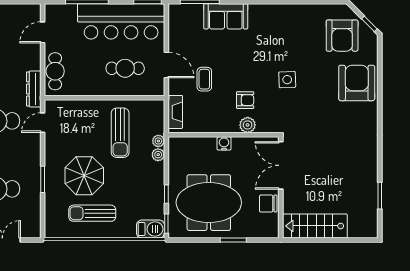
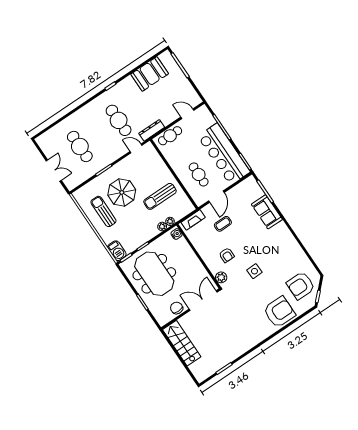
plant: (248, 125) -> (221, 277), moved
water cooler: (224, 143) -> (177, 234), moved

